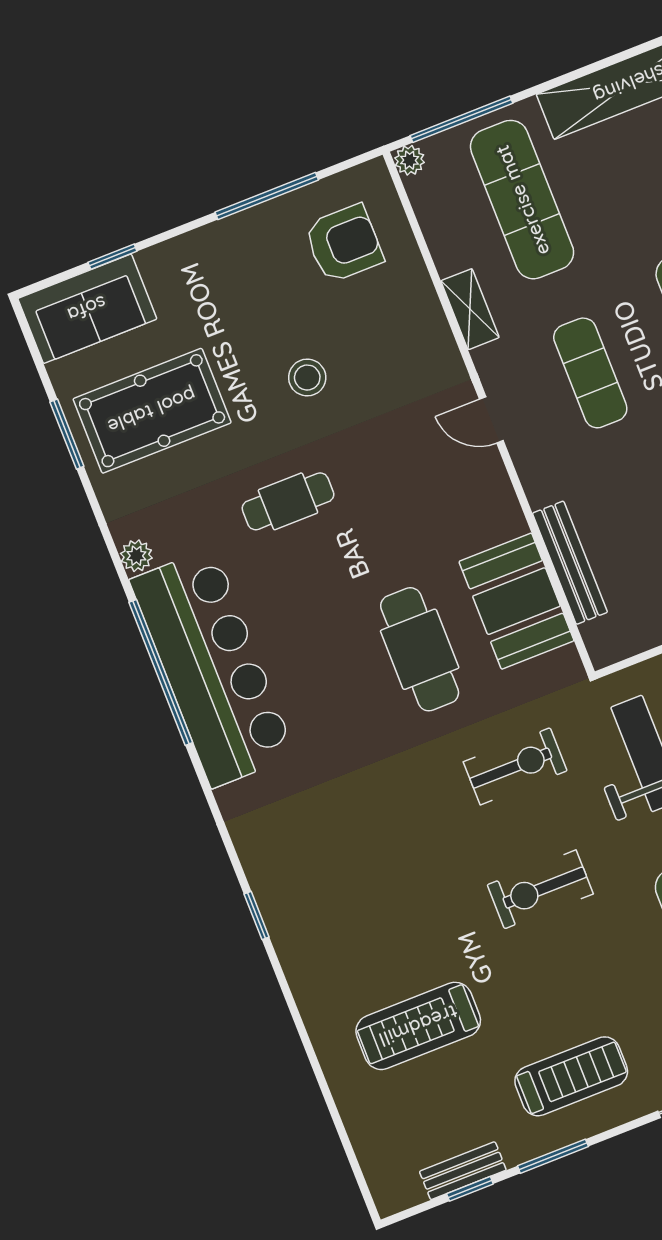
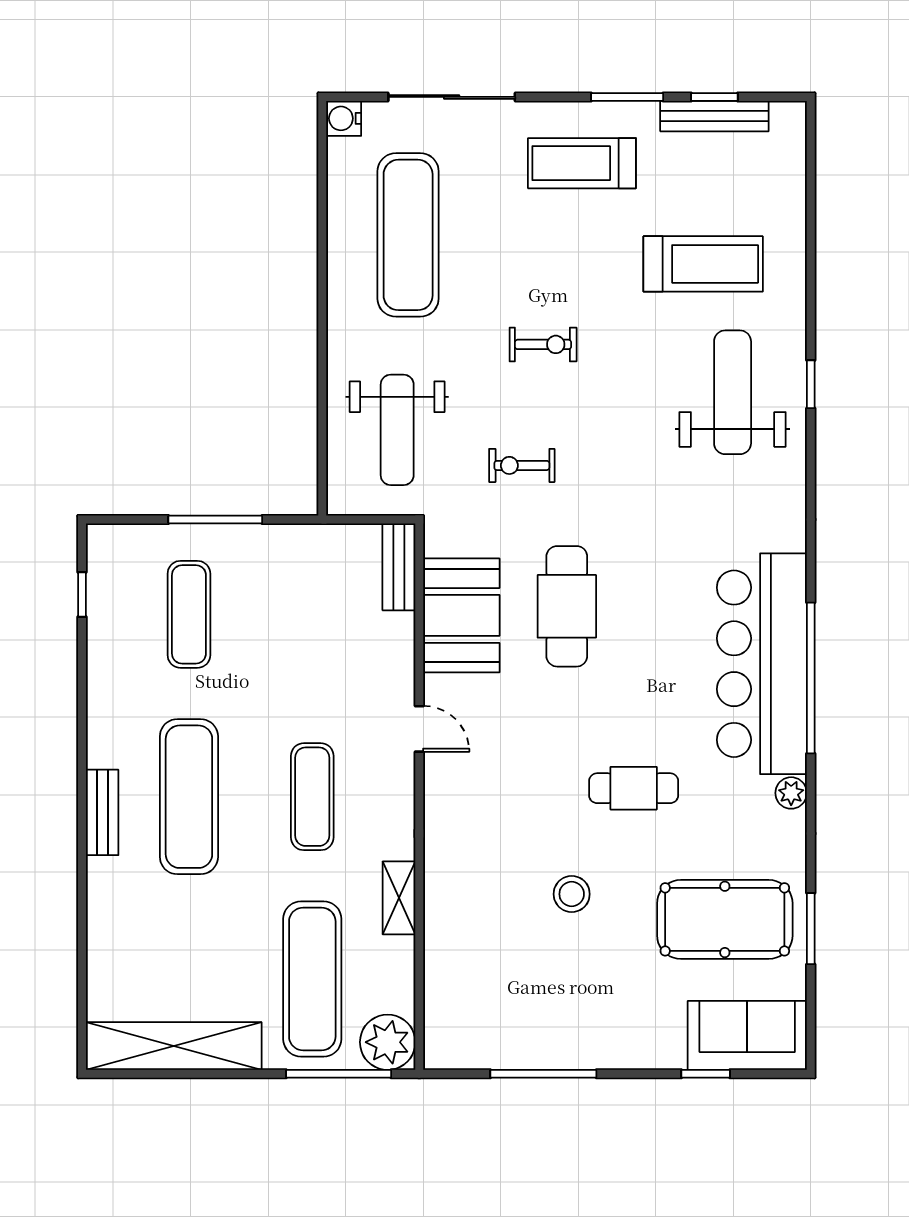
plant: (410, 160) -> (388, 1042), width x1.87, depth x1.87
armchair: (344, 243) -> (490, 1003), removed
door: (491, 420) -> (419, 729), moved
bench: (570, 563) -> (399, 567), moved, width x0.73
exercise bike: (515, 766) -> (522, 465), width x0.73, depth x0.72
exercise bike: (540, 889) -> (543, 344), width x0.73, depth x0.72
weight bench: (342, 915) -> (733, 392), added
window: (257, 916) -> (811, 384), moved
bench: (463, 1171) -> (714, 116), width x1.36

